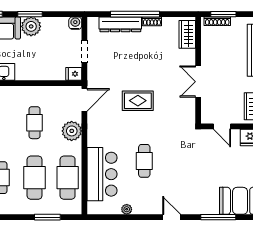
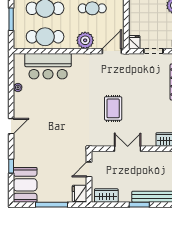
door: (84, 100) -> (112, 51), swing flipped
rug: (138, 101) -> (113, 108), moved
cafe table: (144, 161) -> (59, 103), removed
window: (218, 217) -> (11, 166), width x0.46

